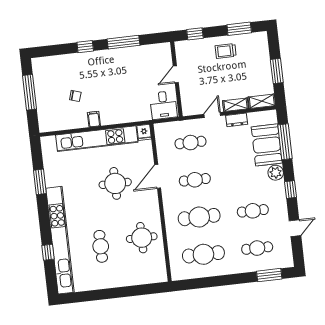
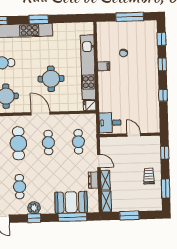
window: (124, 42) -> (163, 95), width x0.46
window: (53, 50) -> (161, 39), added
plant: (276, 173) -> (34, 208), moved
door: (158, 176) -> (40, 113), moved
window: (40, 182) -> (39, 19), moved

